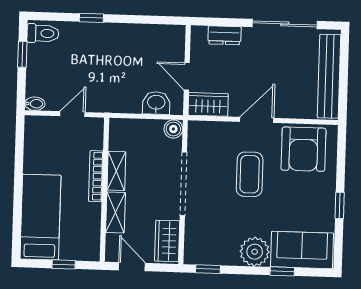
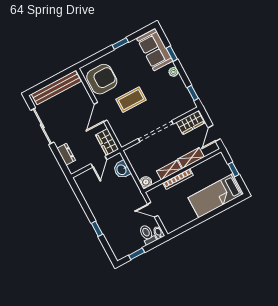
toilet: (43, 33) -> (147, 234), moved
door: (257, 120) -> (101, 112), hinge flipped
boiler: (173, 129) -> (146, 182), moved
plant: (255, 252) -> (173, 72), width x0.53, depth x0.53

